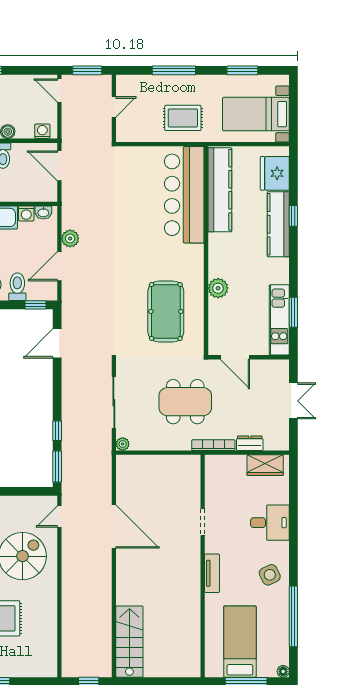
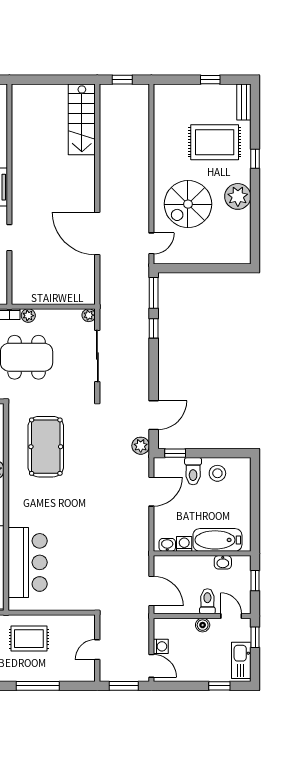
washing machine: (42, 131) -> (161, 646), moved, turned -90
bar counter: (184, 195) -> (28, 562), width x0.73
plant: (70, 238) -> (141, 446), moved
plant: (184, 444) -> (28, 316), added

